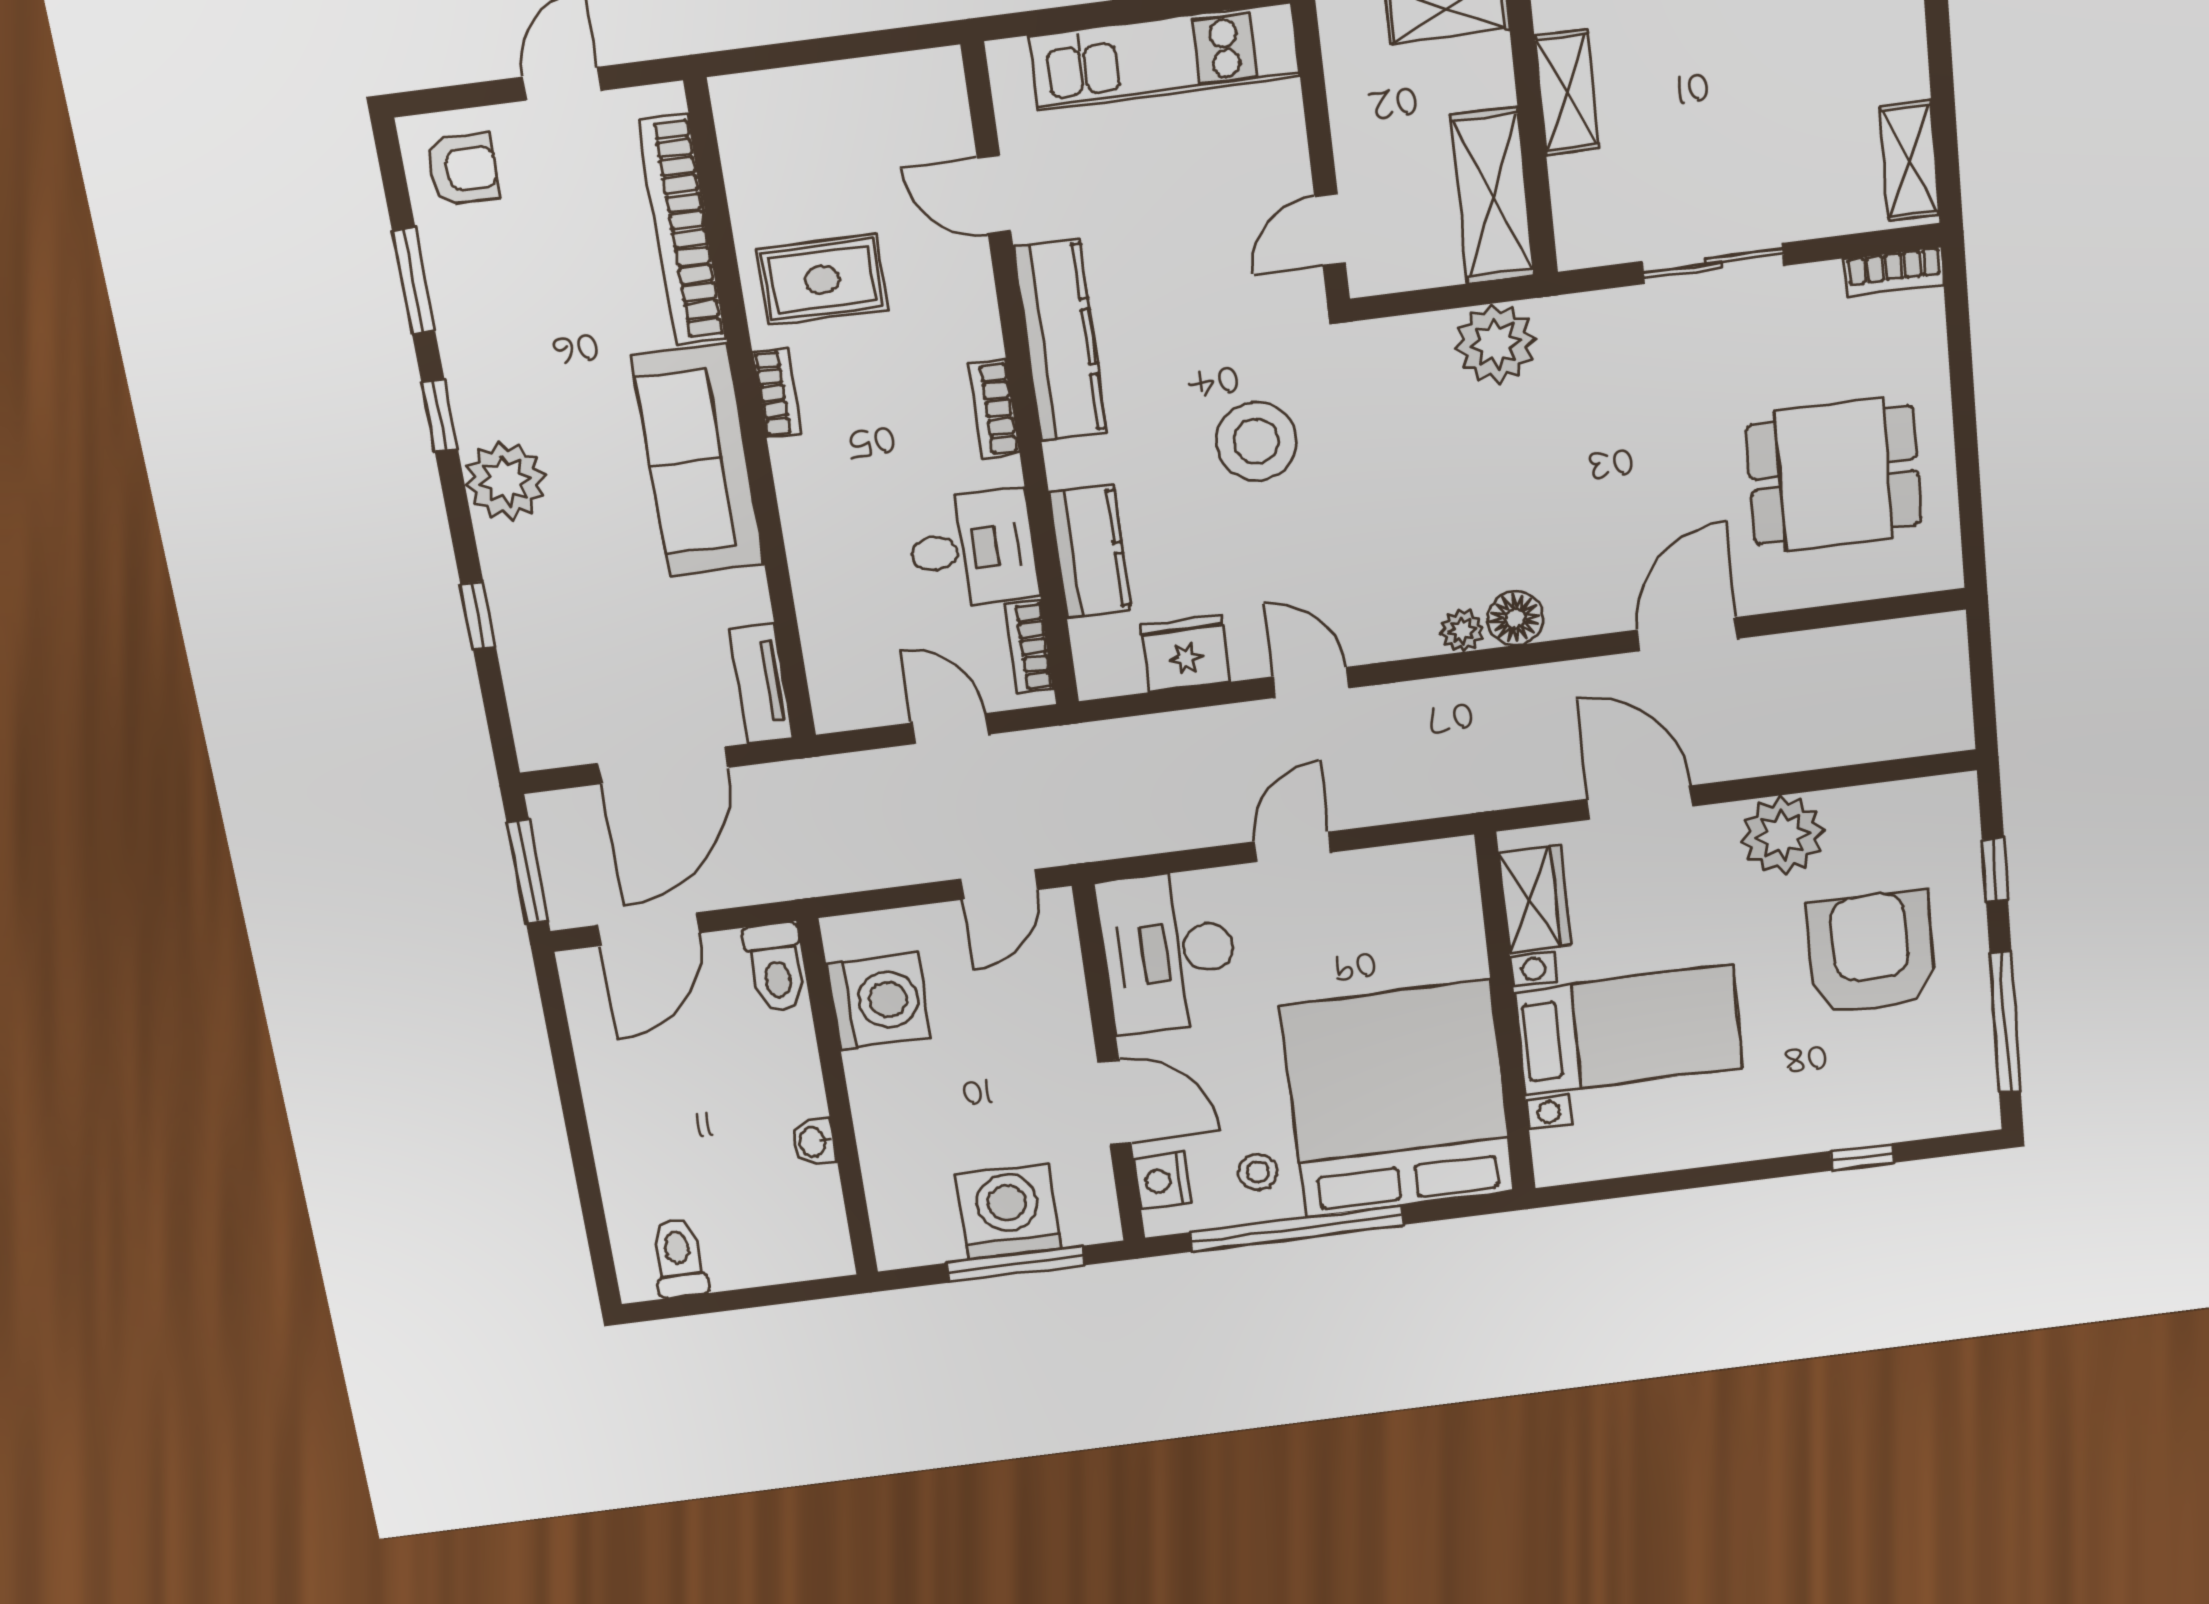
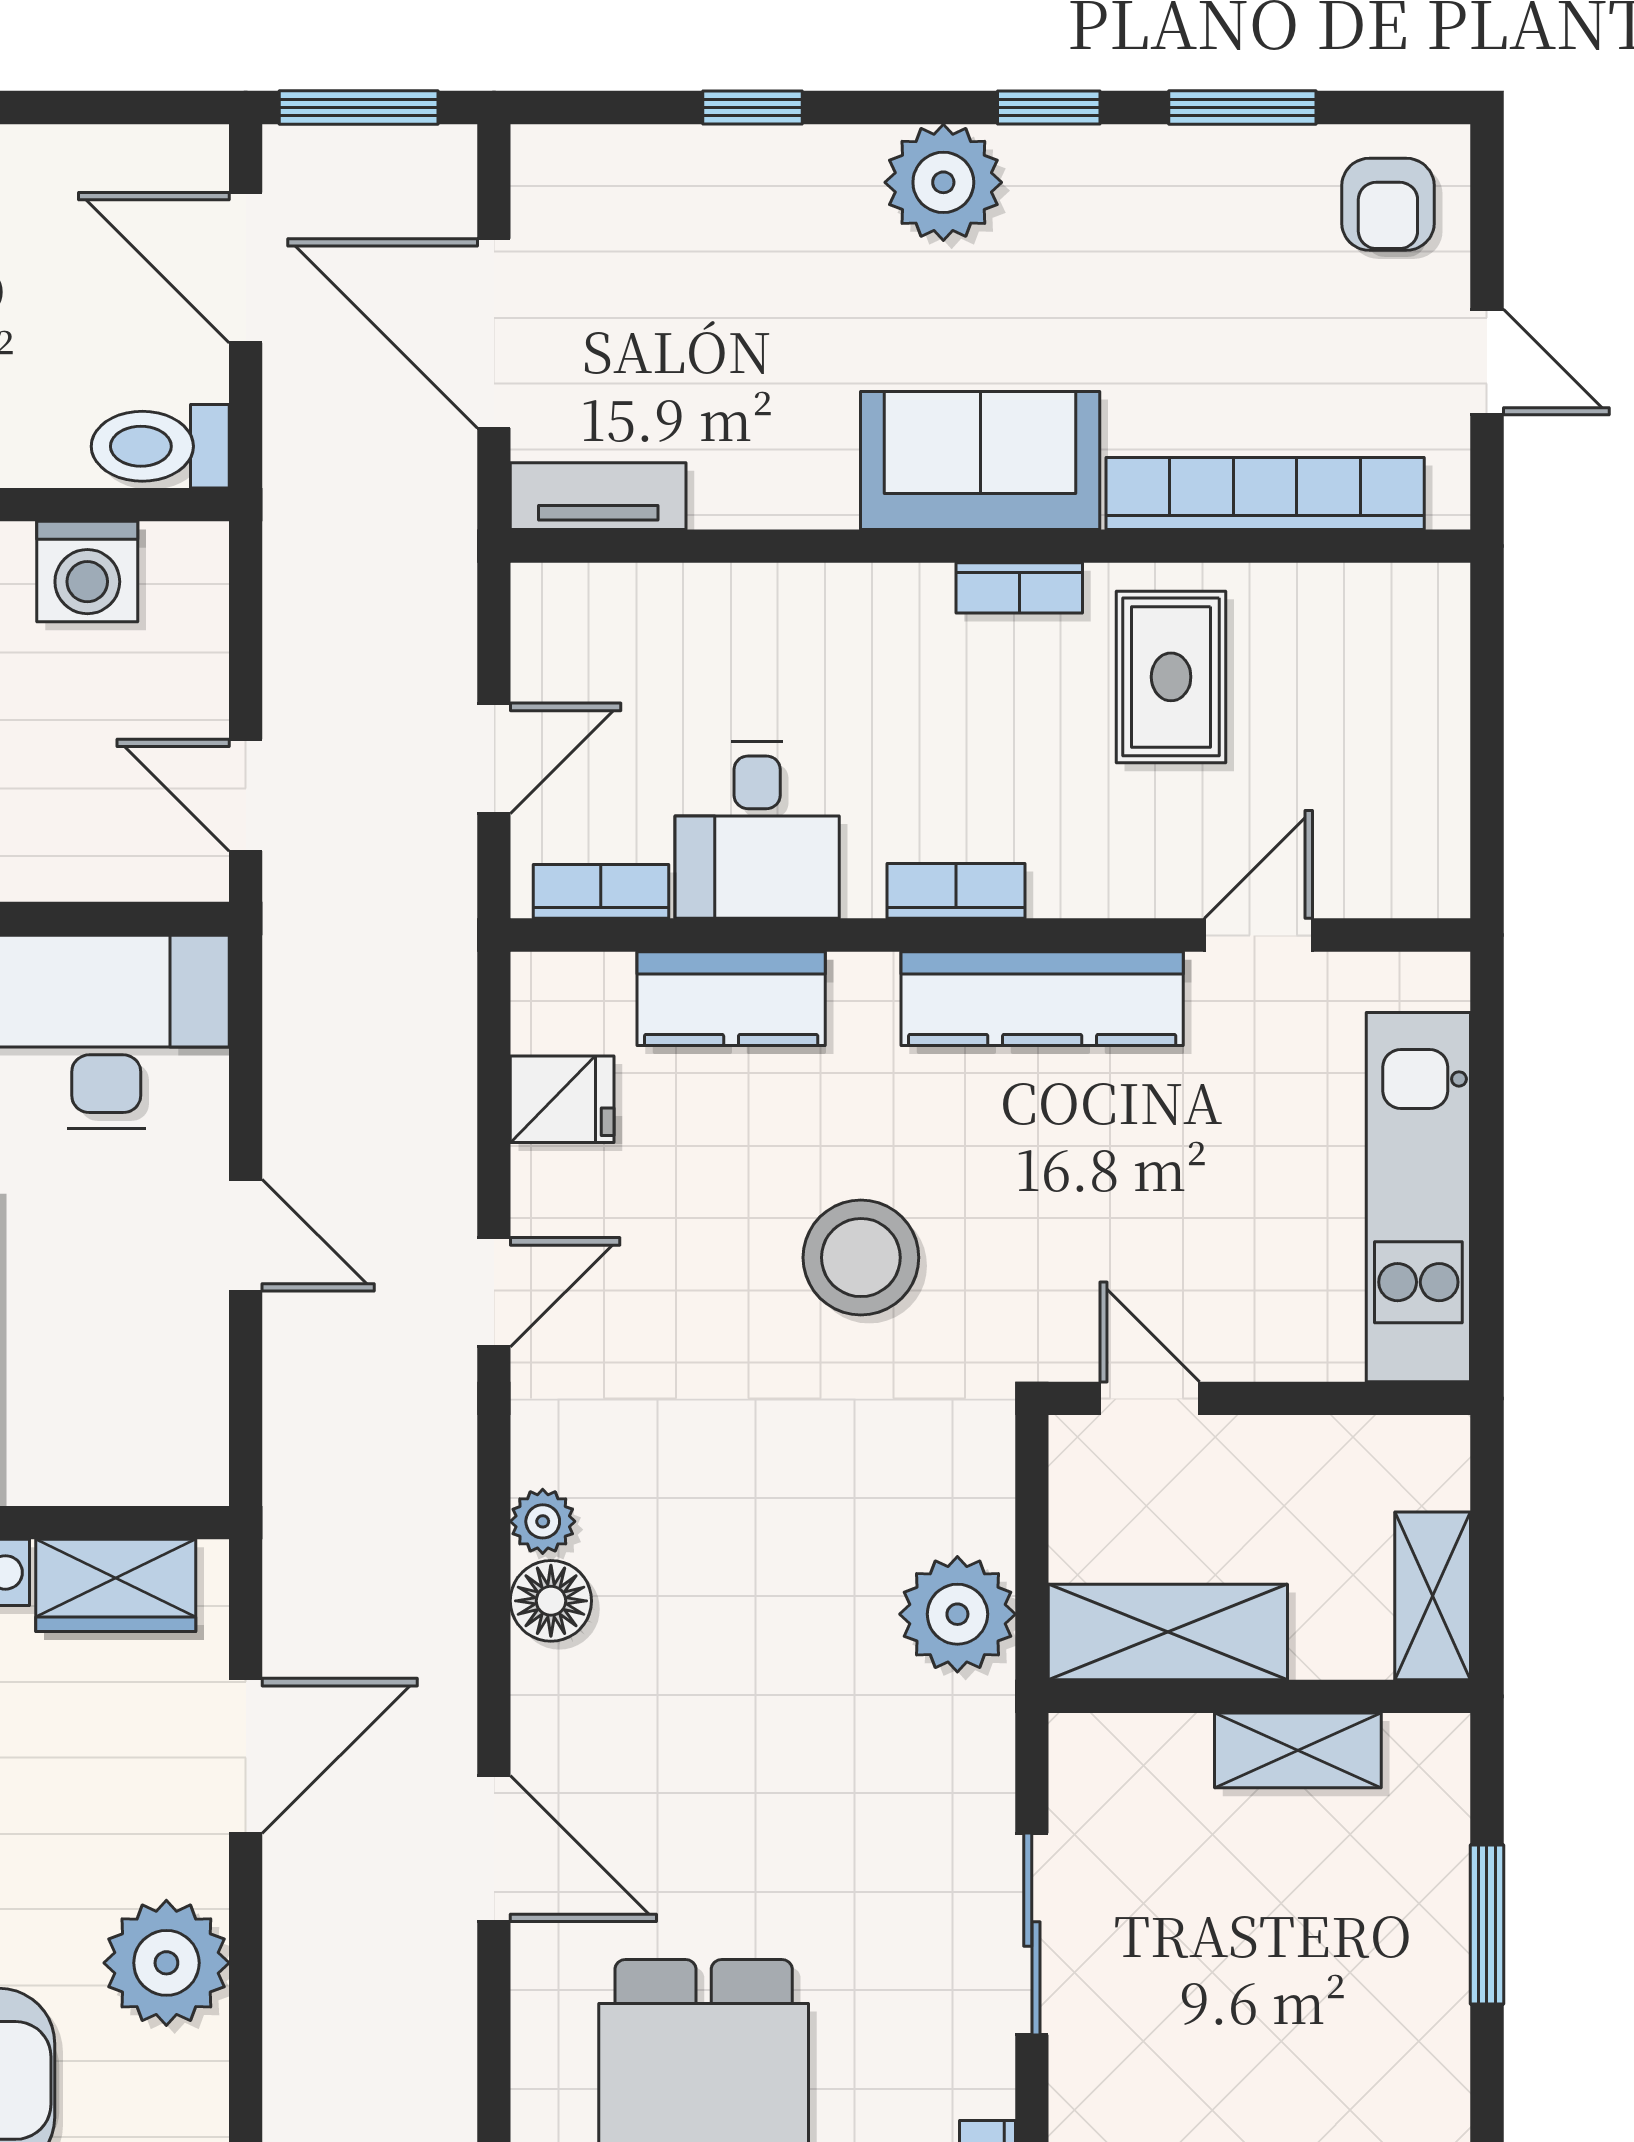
sofa: (698, 460) -> (980, 460), width x0.73
fridge: (1185, 653) -> (562, 1099), width x0.72
washing machine: (879, 1001) -> (87, 572), width x0.73, depth x0.73

